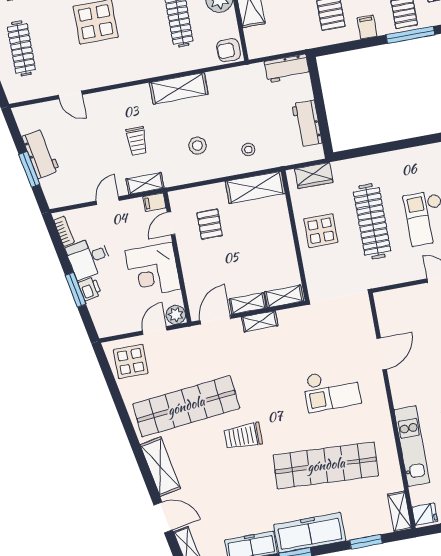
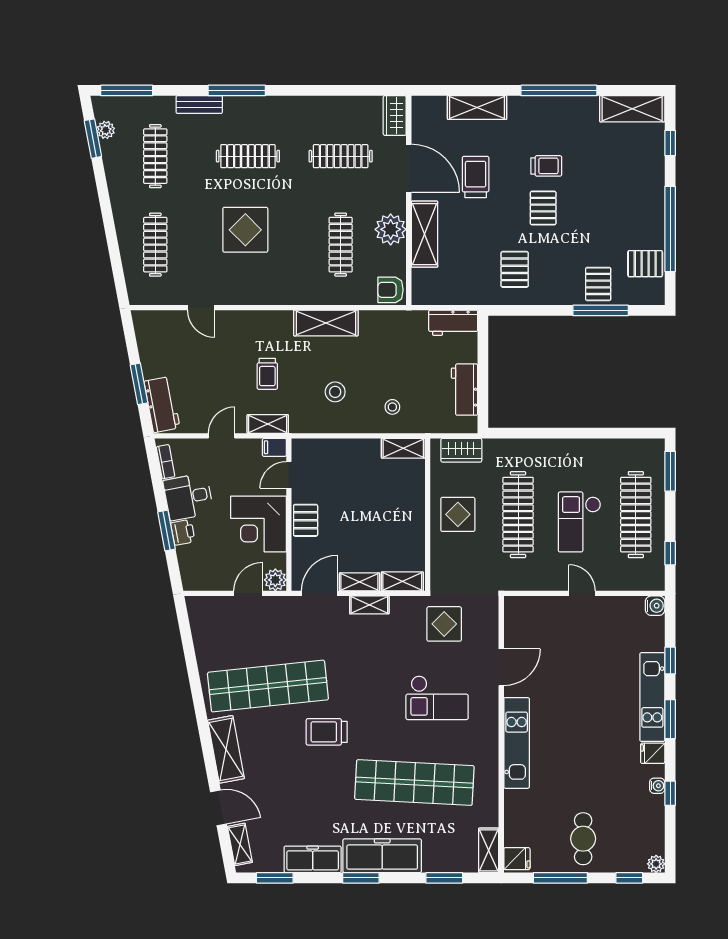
filing cabinet: (367, 27) -> (553, 292), removed
workbench: (41, 154) -> (162, 404), moved
shelving: (255, 187) -> (403, 448), width x0.67, depth x0.75
pallet: (210, 224) -> (306, 520), moved
display table: (131, 361) -> (444, 624), moved
kitchen unit: (412, 446) -> (517, 743), moved

